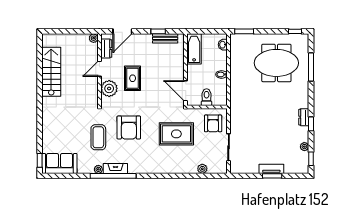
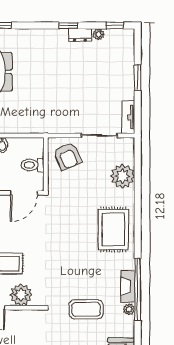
dresser: (304, 117) -> (80, 35), moved
armchair: (213, 123) -> (68, 156), turned 67
armchair: (129, 128) -> (73, 269), removed
rug: (176, 134) -> (113, 229), moved
plant: (202, 169) -> (122, 176), width x1.87, depth x1.87
tv unit: (271, 169) -> (128, 117), moved

